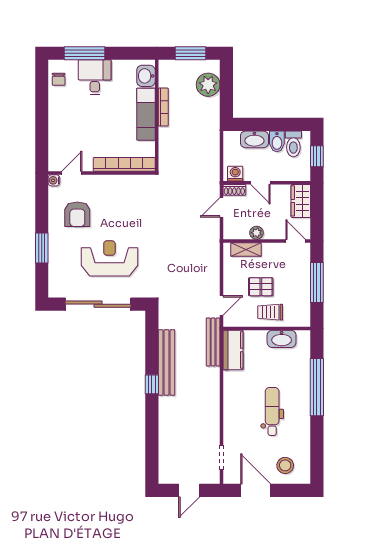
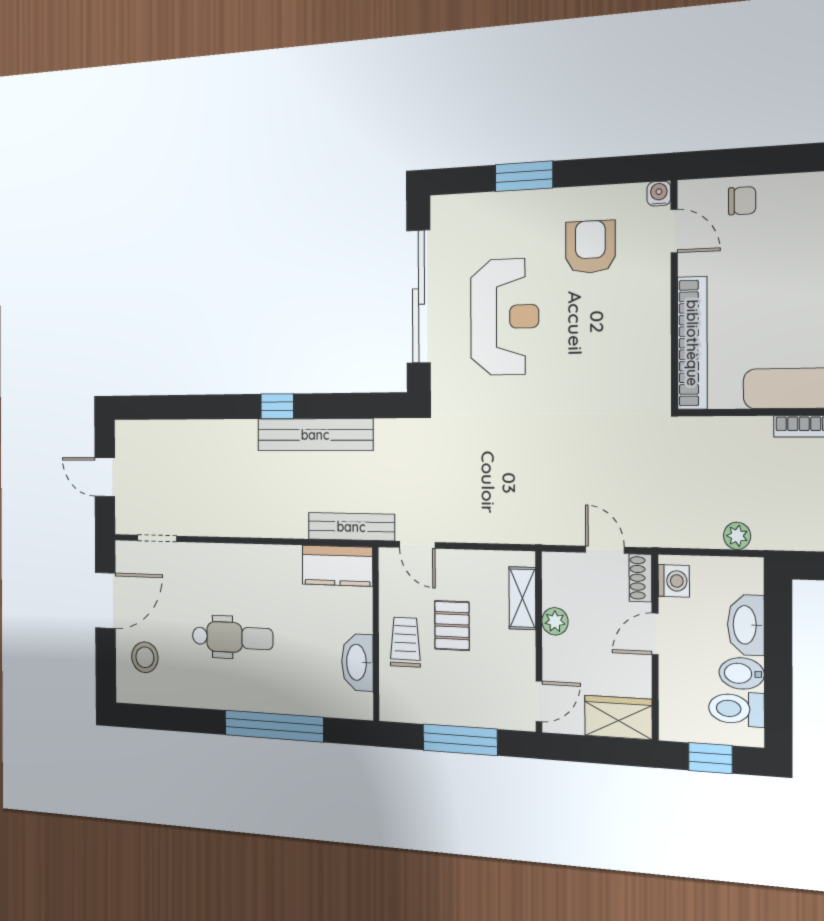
chair: (59, 141) -> (742, 201), added
plant: (214, 143) -> (737, 536), added
armchair: (77, 214) -> (590, 247), turned 90

